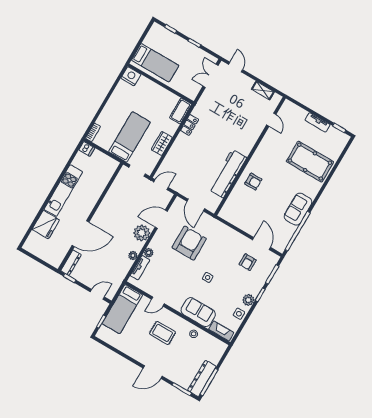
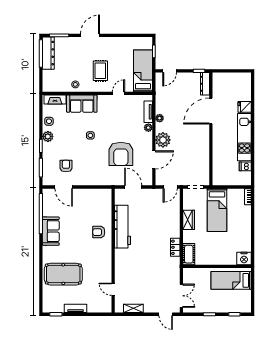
dishwasher: (87, 149) -> (245, 166), moved
fridge: (46, 225) -> (245, 107), width x0.53, depth x0.75
rug: (163, 333) -> (100, 71), turned 90

